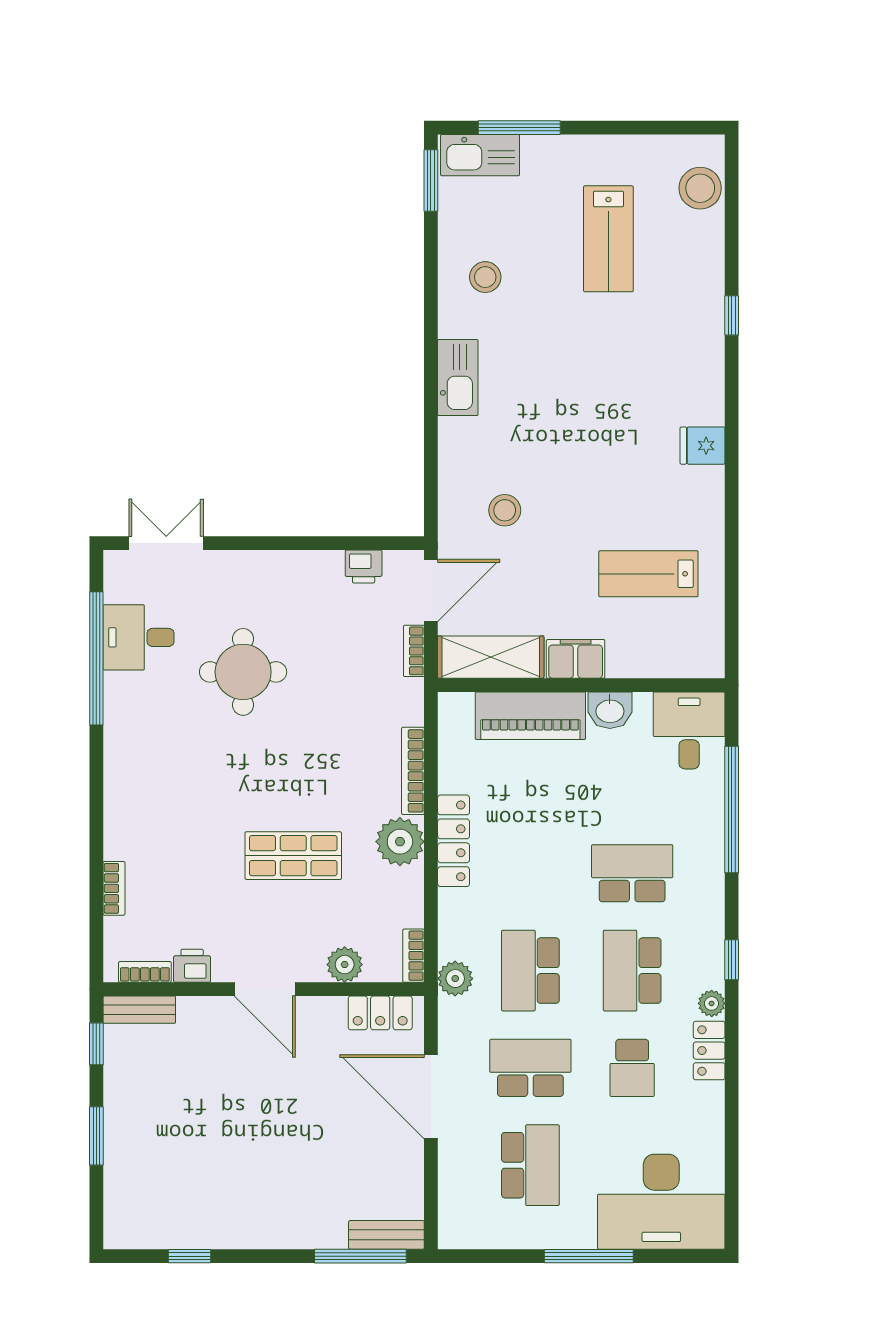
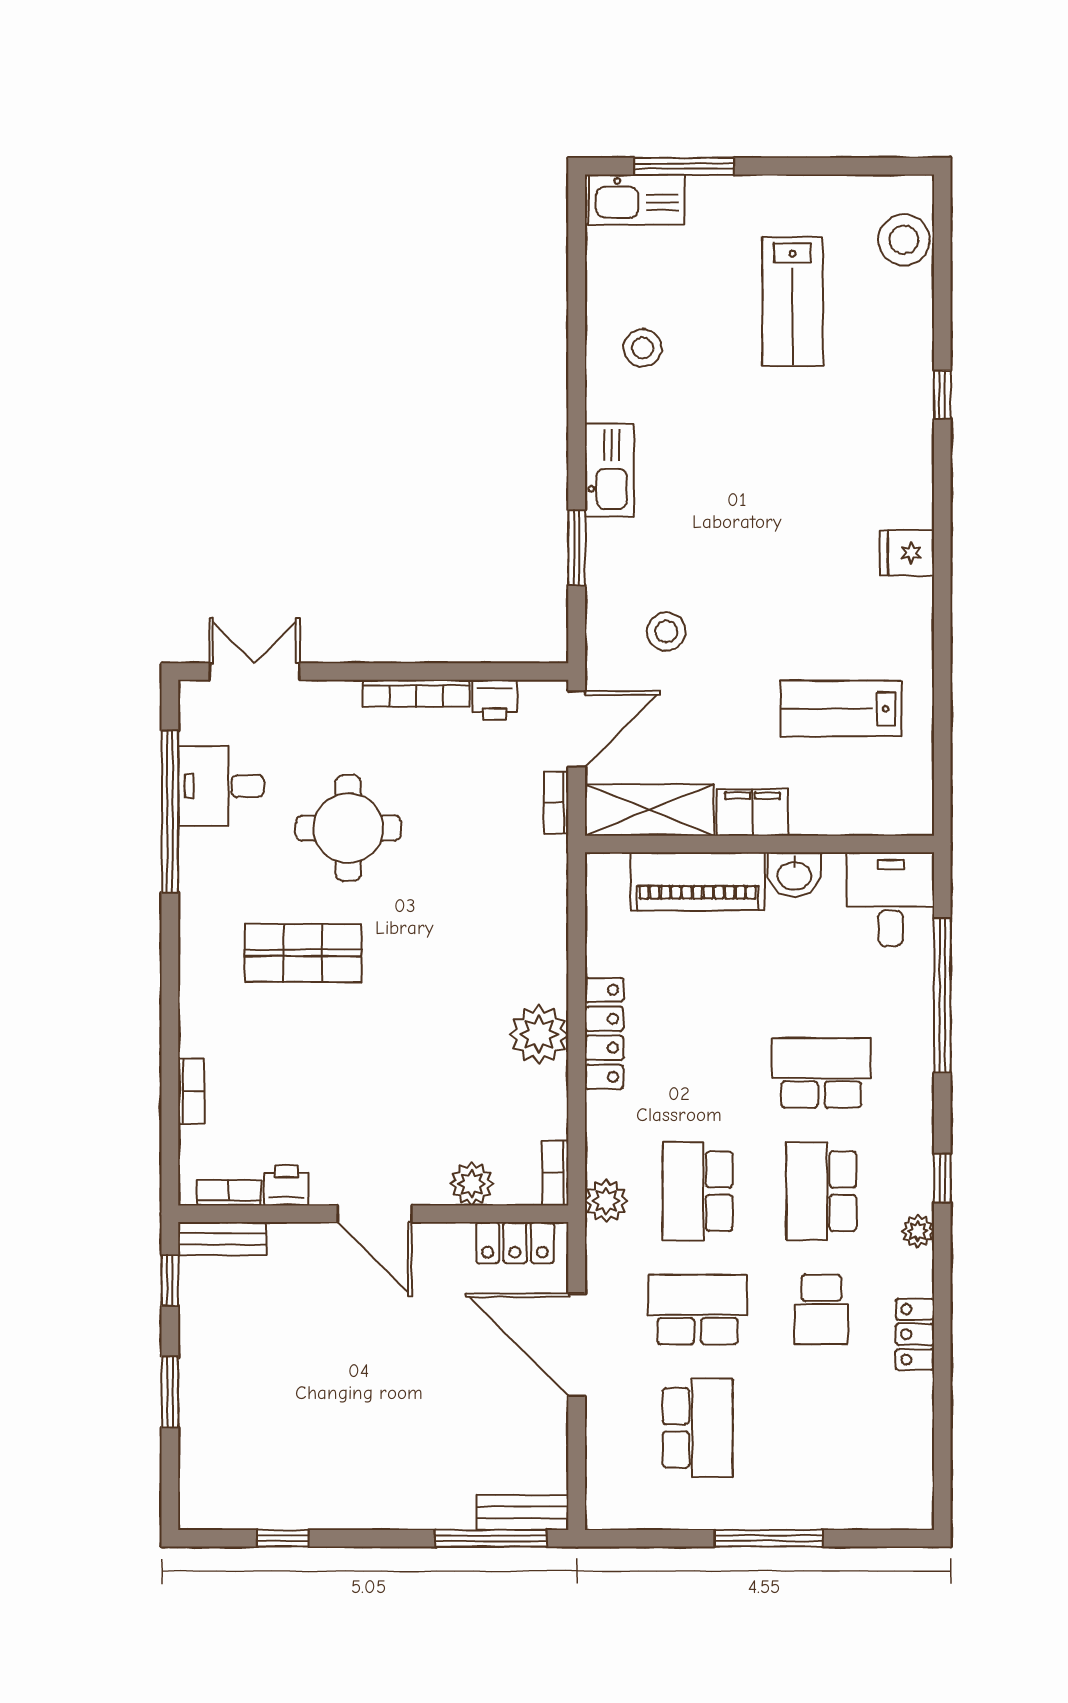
window: (431, 181) -> (577, 547), moved
bookcase: (413, 771) -> (416, 693), moved, turned -90
shop shelf: (293, 856) -> (303, 953), moved
locker: (709, 1051) -> (915, 1334), moved
desk: (661, 1202) -> (857, 1472), removed

